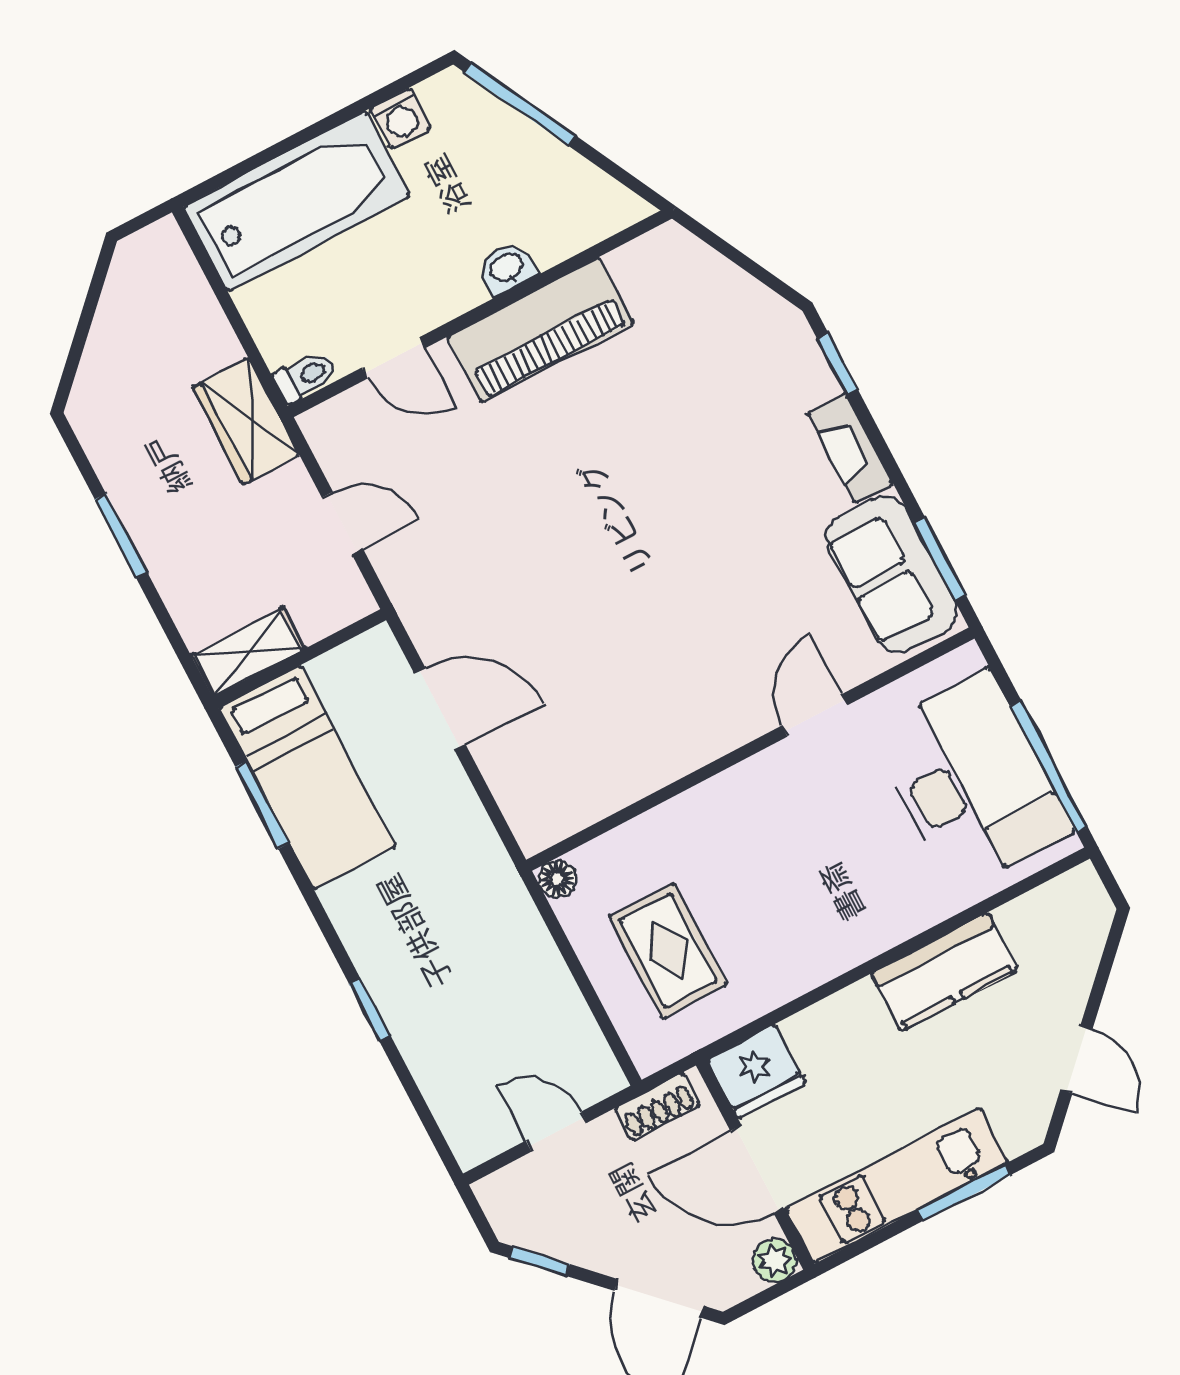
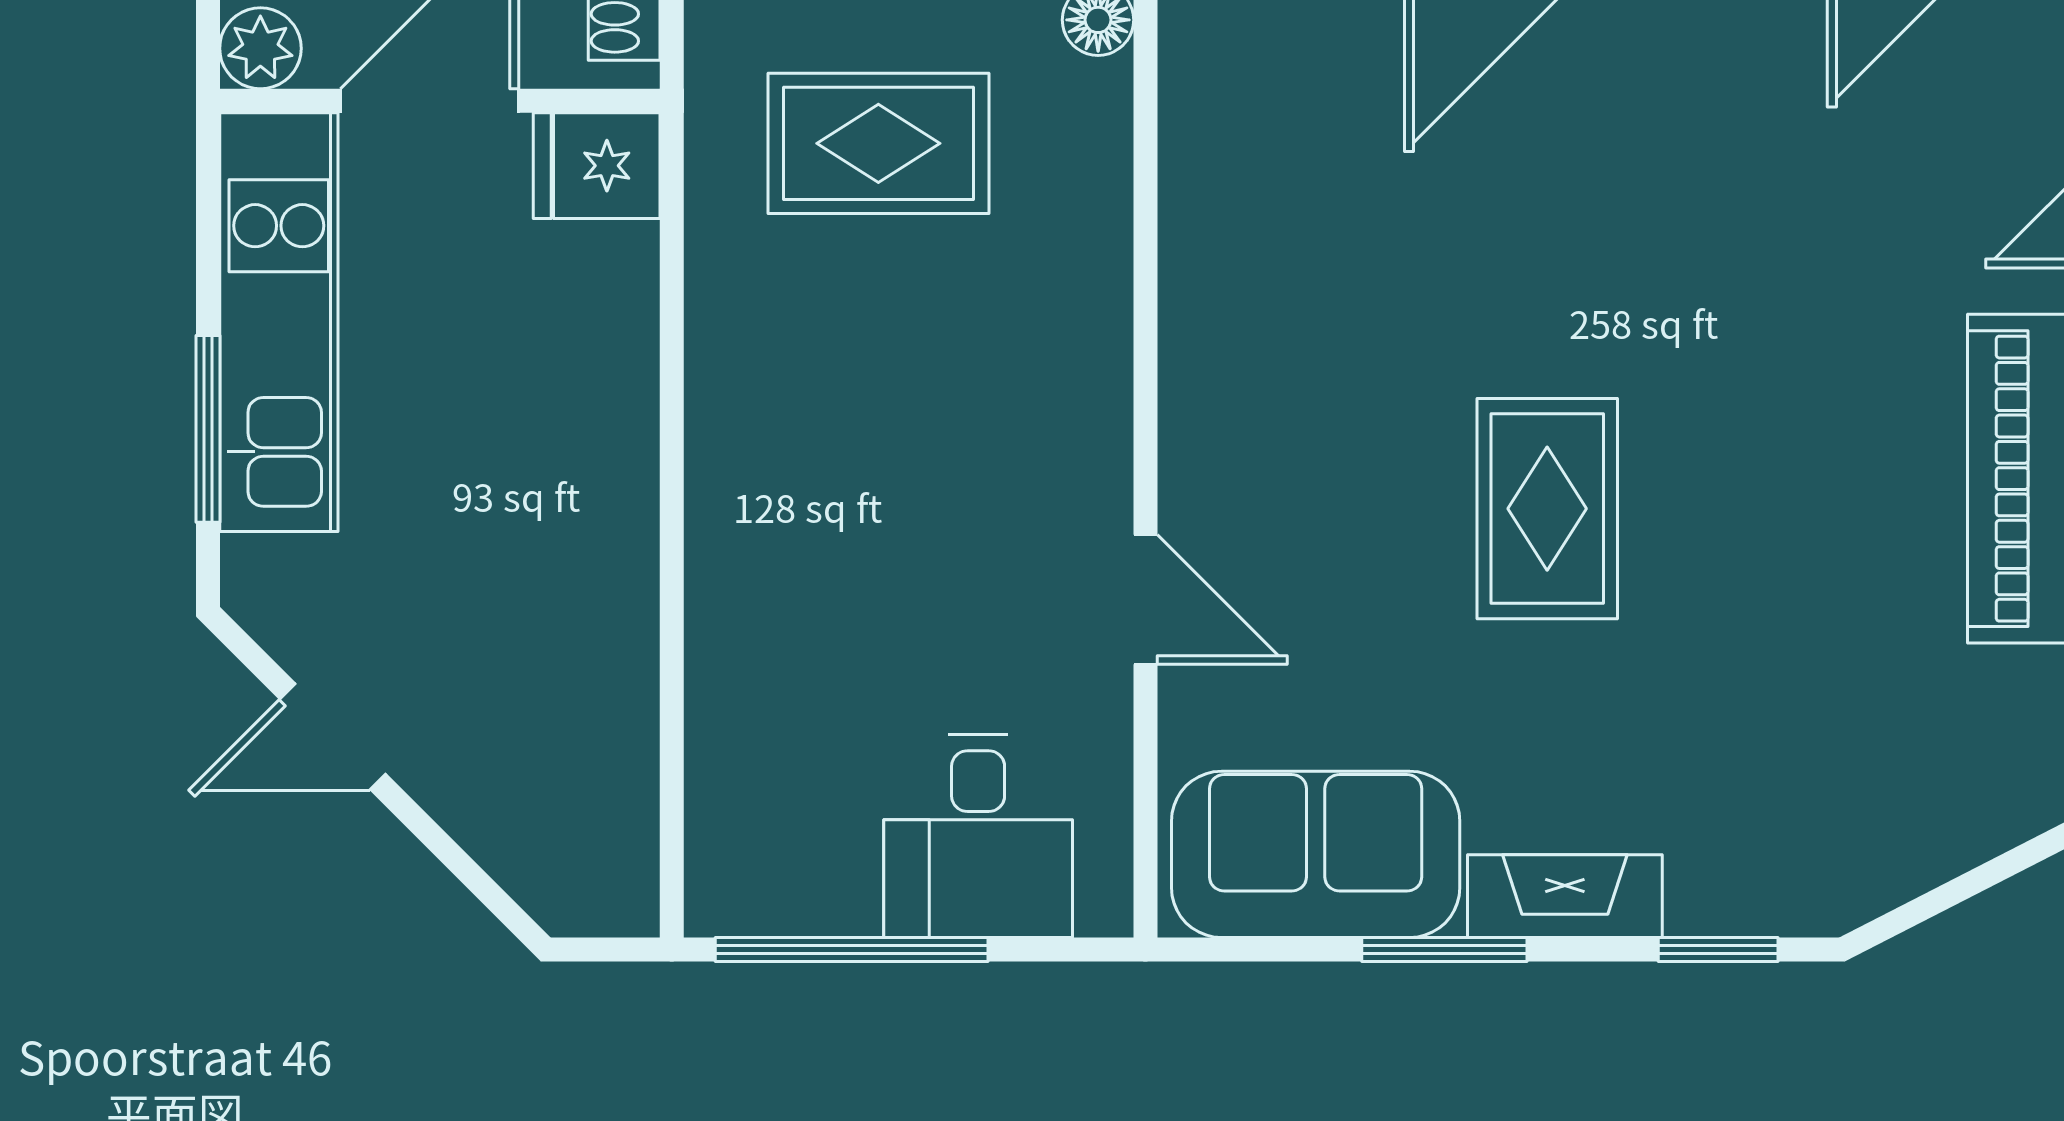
rug: (674, 551) -> (1547, 509), added
window: (940, 559) -> (1444, 950), moved
desk: (971, 781) -> (978, 836), width x0.53, depth x0.77
kitchen counter: (944, 972) -> (597, 590), removed
fridge: (756, 1071) -> (597, 166), width x0.72

